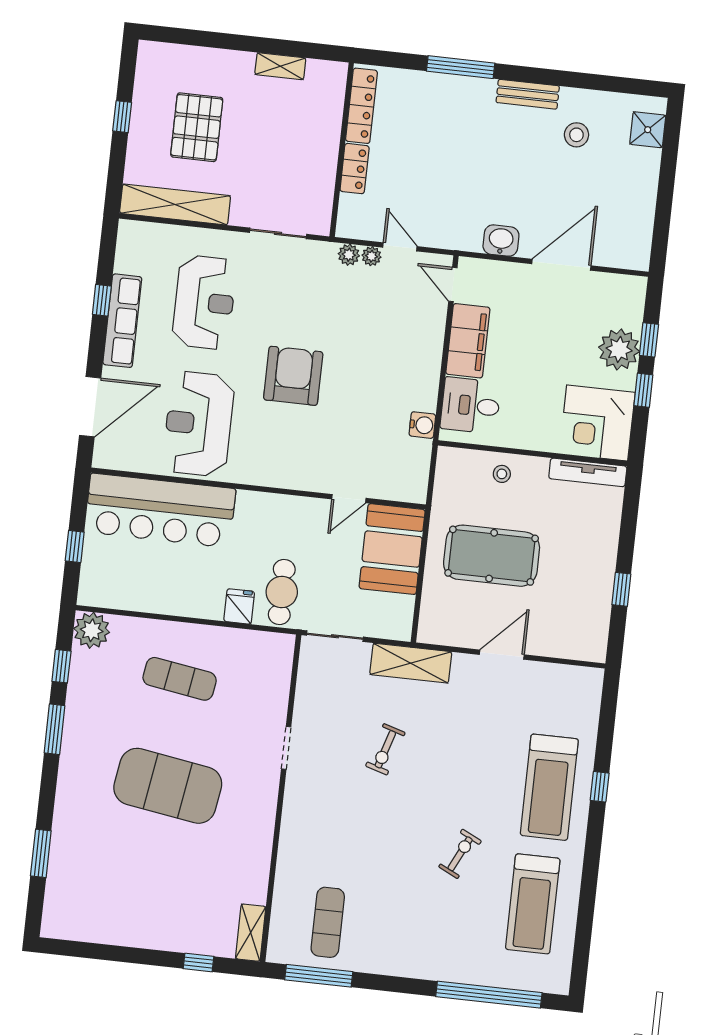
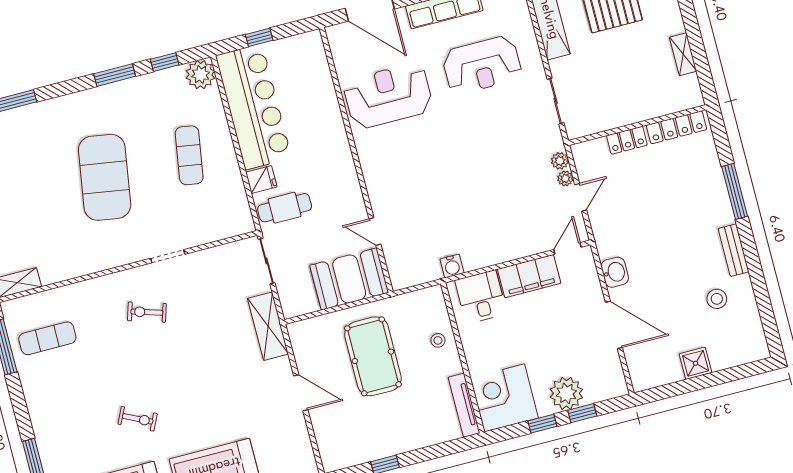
shower: (648, 130) -> (696, 363), moved
armchair: (293, 376) -> (452, 154), removed
bar counter: (160, 510) -> (254, 107), moved, turned 180
exercise bike: (385, 749) -> (147, 312), moved

